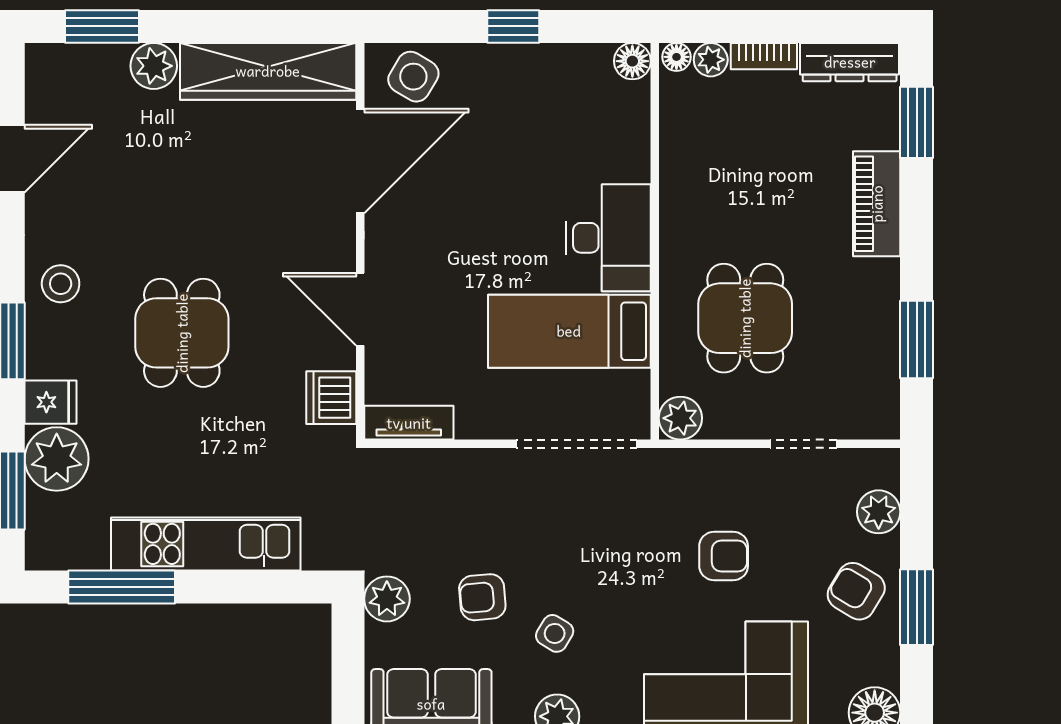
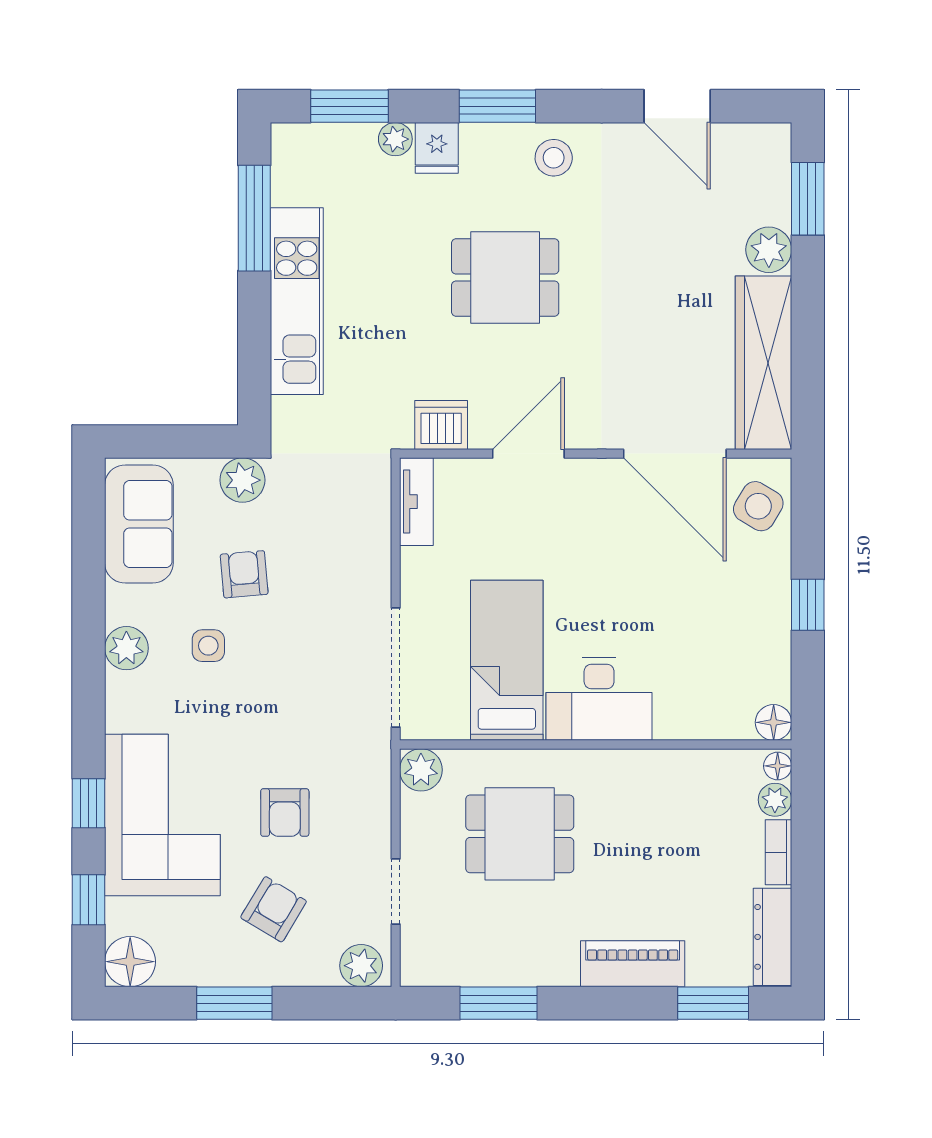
plant: (57, 459) -> (395, 139), width x0.53, depth x0.53
plant: (879, 512) -> (361, 966), moved
armchair: (856, 591) -> (274, 909), moved
side table: (555, 633) -> (208, 646), turned -31

